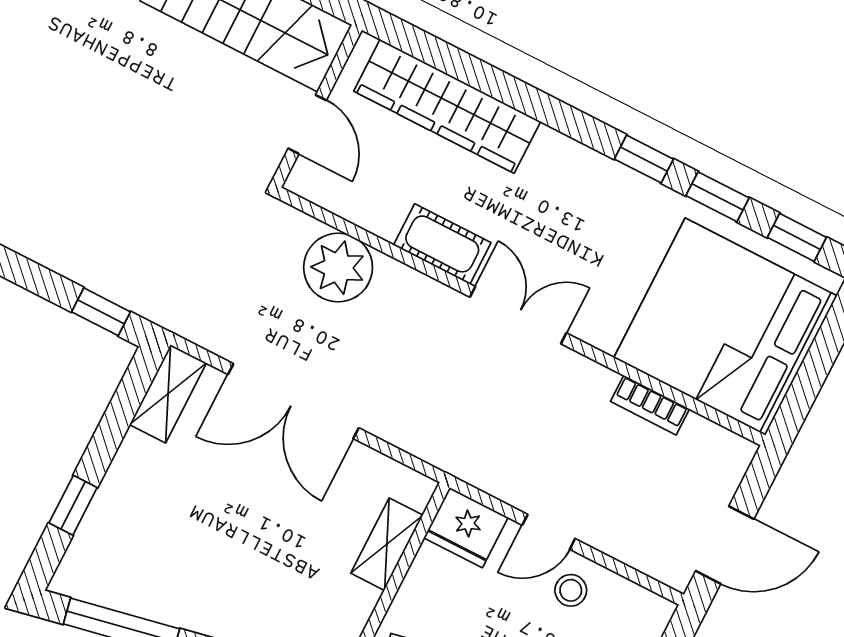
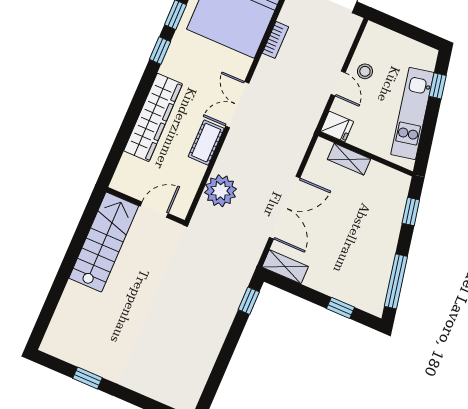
wardrobe: (447, 106) -> (153, 117), moved
fridge: (466, 527) -> (337, 127), width x0.72

